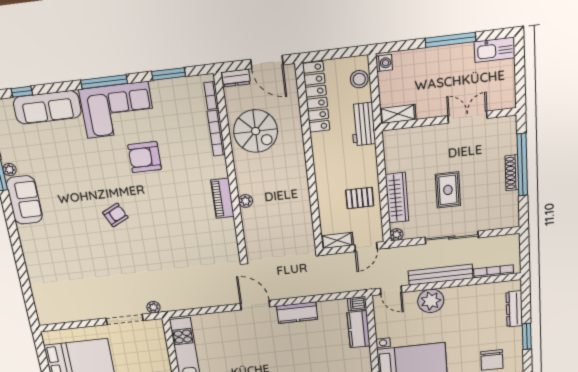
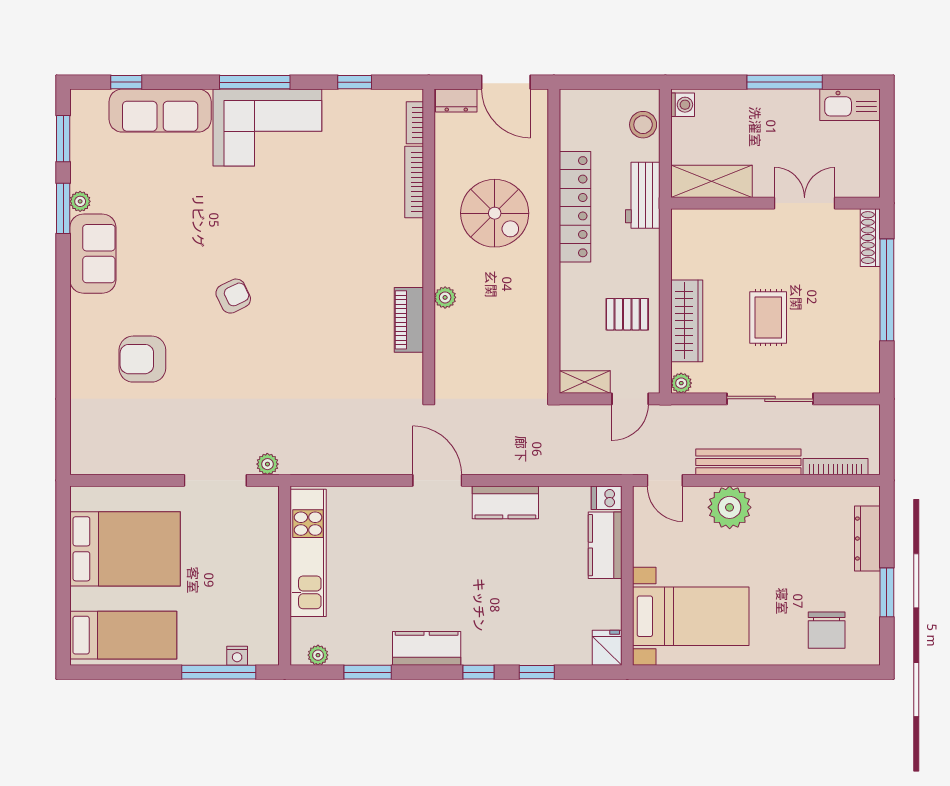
window: (168, 74) -> (355, 82), width x0.67
locker: (316, 97) -> (575, 207), moved
shelving: (398, 114) -> (711, 181), width x1.50, depth x1.33
spiral stairs: (256, 131) -> (495, 213), moved
armchair: (145, 157) -> (142, 359), moved
shoe rack: (512, 173) -> (870, 238), moved
piano: (222, 198) -> (409, 320), moved

